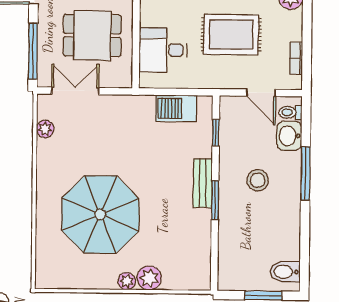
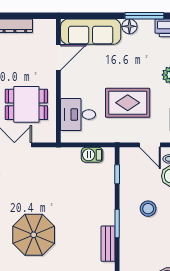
barbecue: (176, 108) -> (92, 155), width x0.73, depth x0.79
bench: (203, 183) -> (108, 244), moved
parasol: (100, 214) -> (34, 235), width x0.73, depth x0.73

